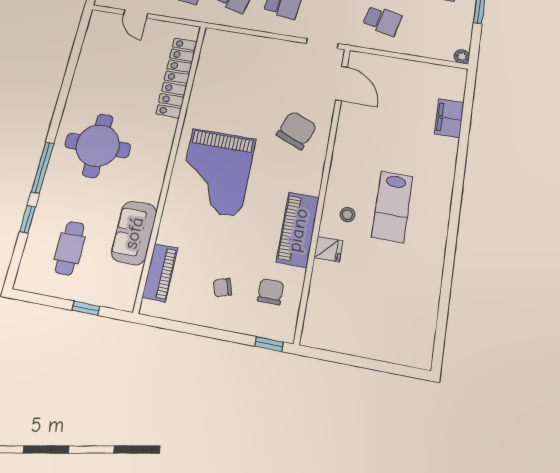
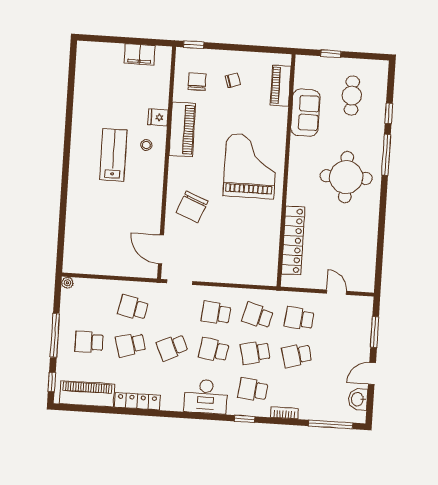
filing cabinet: (449, 118) -> (140, 54), moved, turned 90
chair: (271, 292) -> (197, 82), turned 180

